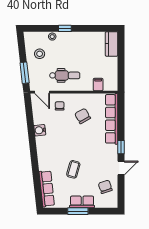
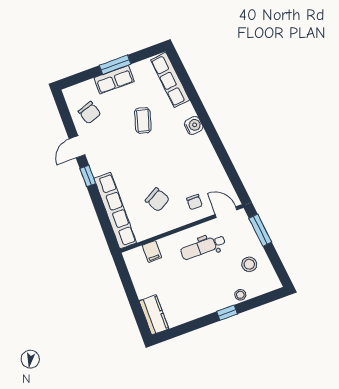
water cooler: (40, 130) -> (194, 125), moved

